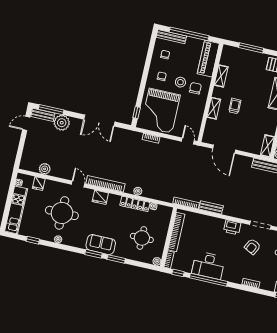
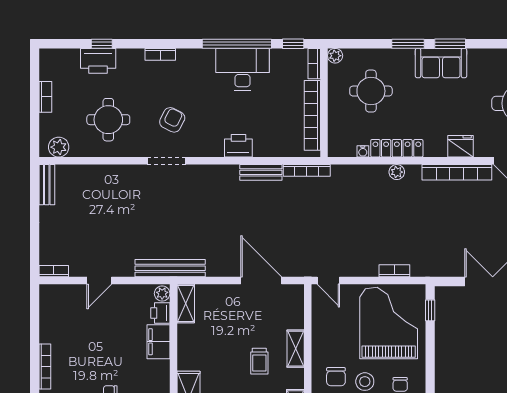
printer: (232, 227) -> (238, 146), moved

